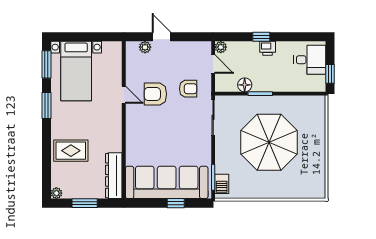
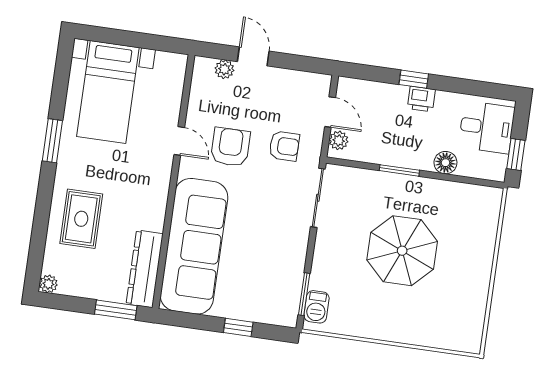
plant: (221, 47) -> (339, 140), moved
window: (46, 64) -> (62, 74), removed
floor lamp: (245, 85) -> (445, 163), moved
armchair: (155, 94) -> (230, 147), turned 90
parasol: (269, 142) -> (402, 251), width x0.73, depth x0.73
rug: (71, 151) -> (81, 219), turned 90
sofa: (167, 182) -> (194, 246), moved, turned 90
window: (85, 203) -> (116, 310), moved

